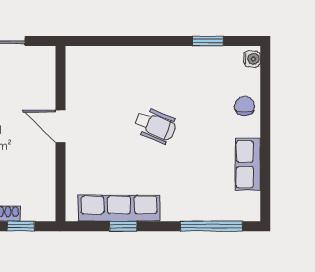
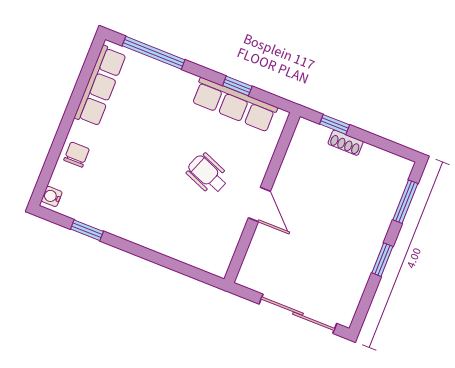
chair: (244, 106) -> (77, 155), turned 180
wheelchair: (155, 125) -> (208, 174), moved
row of seats: (248, 164) -> (100, 86), width x1.48

